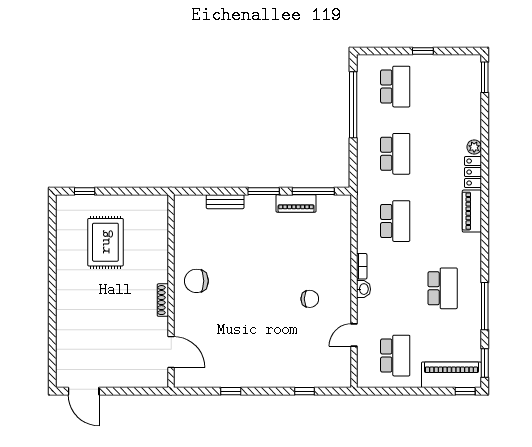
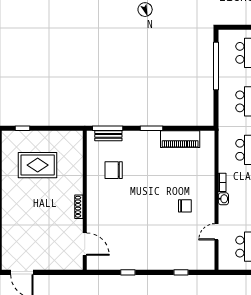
window: (313, 191) -> (108, 128), moved
bench: (225, 202) -> (108, 136), moved
piano: (296, 203) -> (180, 139), width x1.37, depth x1.33
rug: (105, 242) -> (38, 165), turned 90
chair: (196, 281) -> (114, 170), moved

